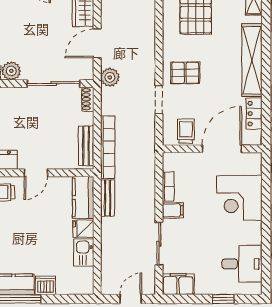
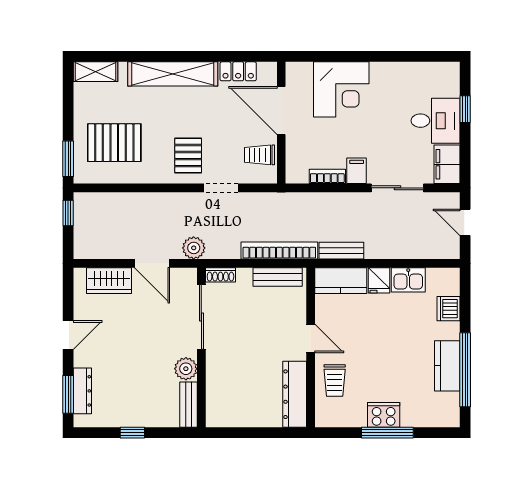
desk: (242, 264) -> (435, 121), moved, turned 90
dishwasher: (45, 285) -> (448, 309), moved

